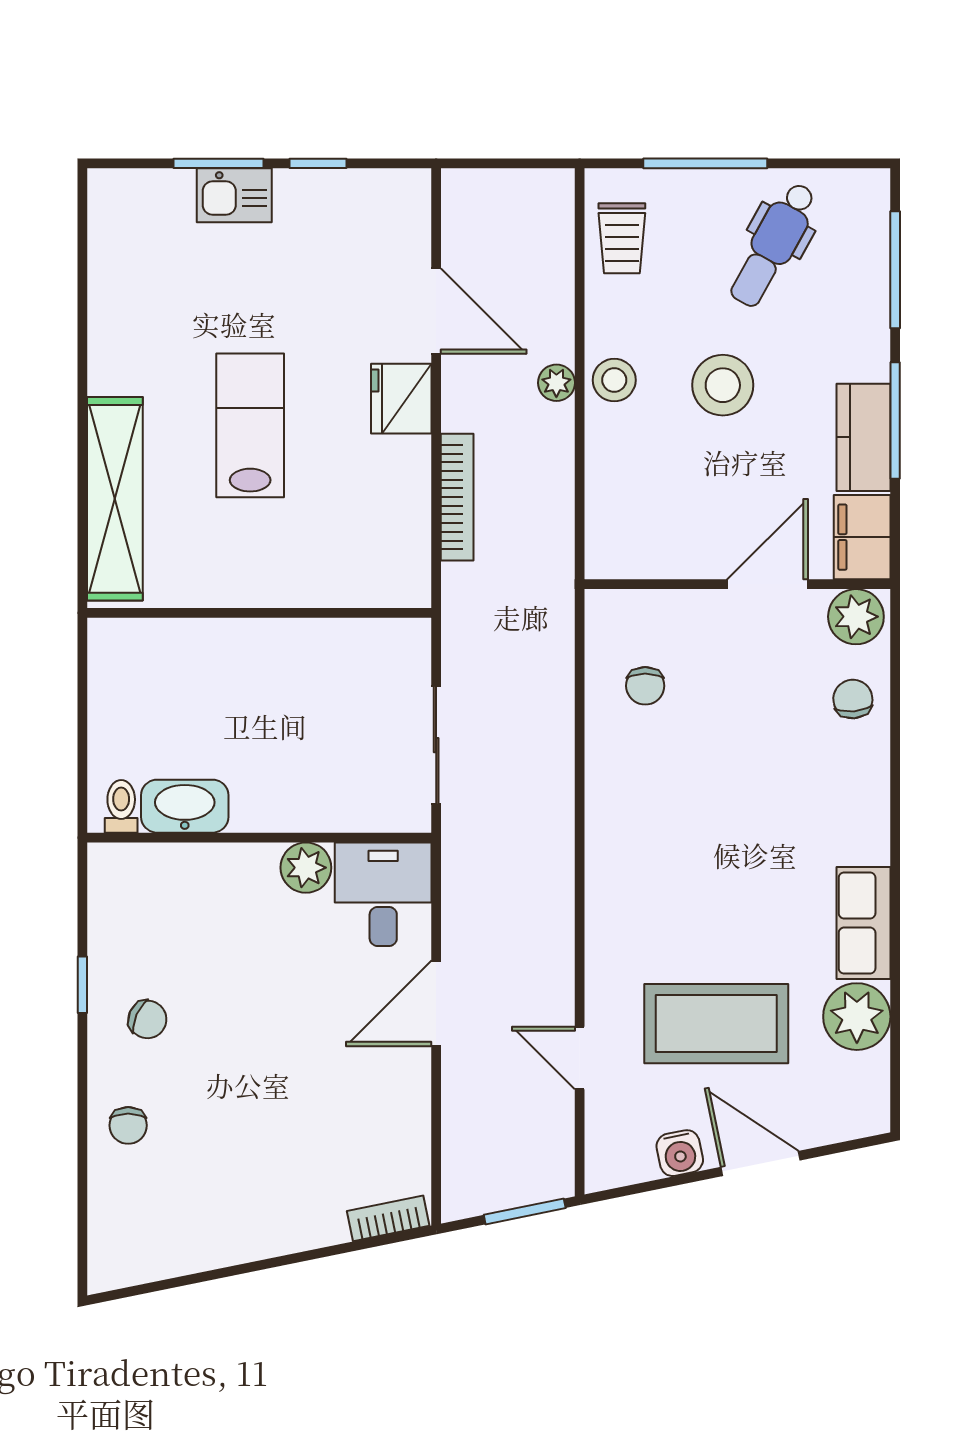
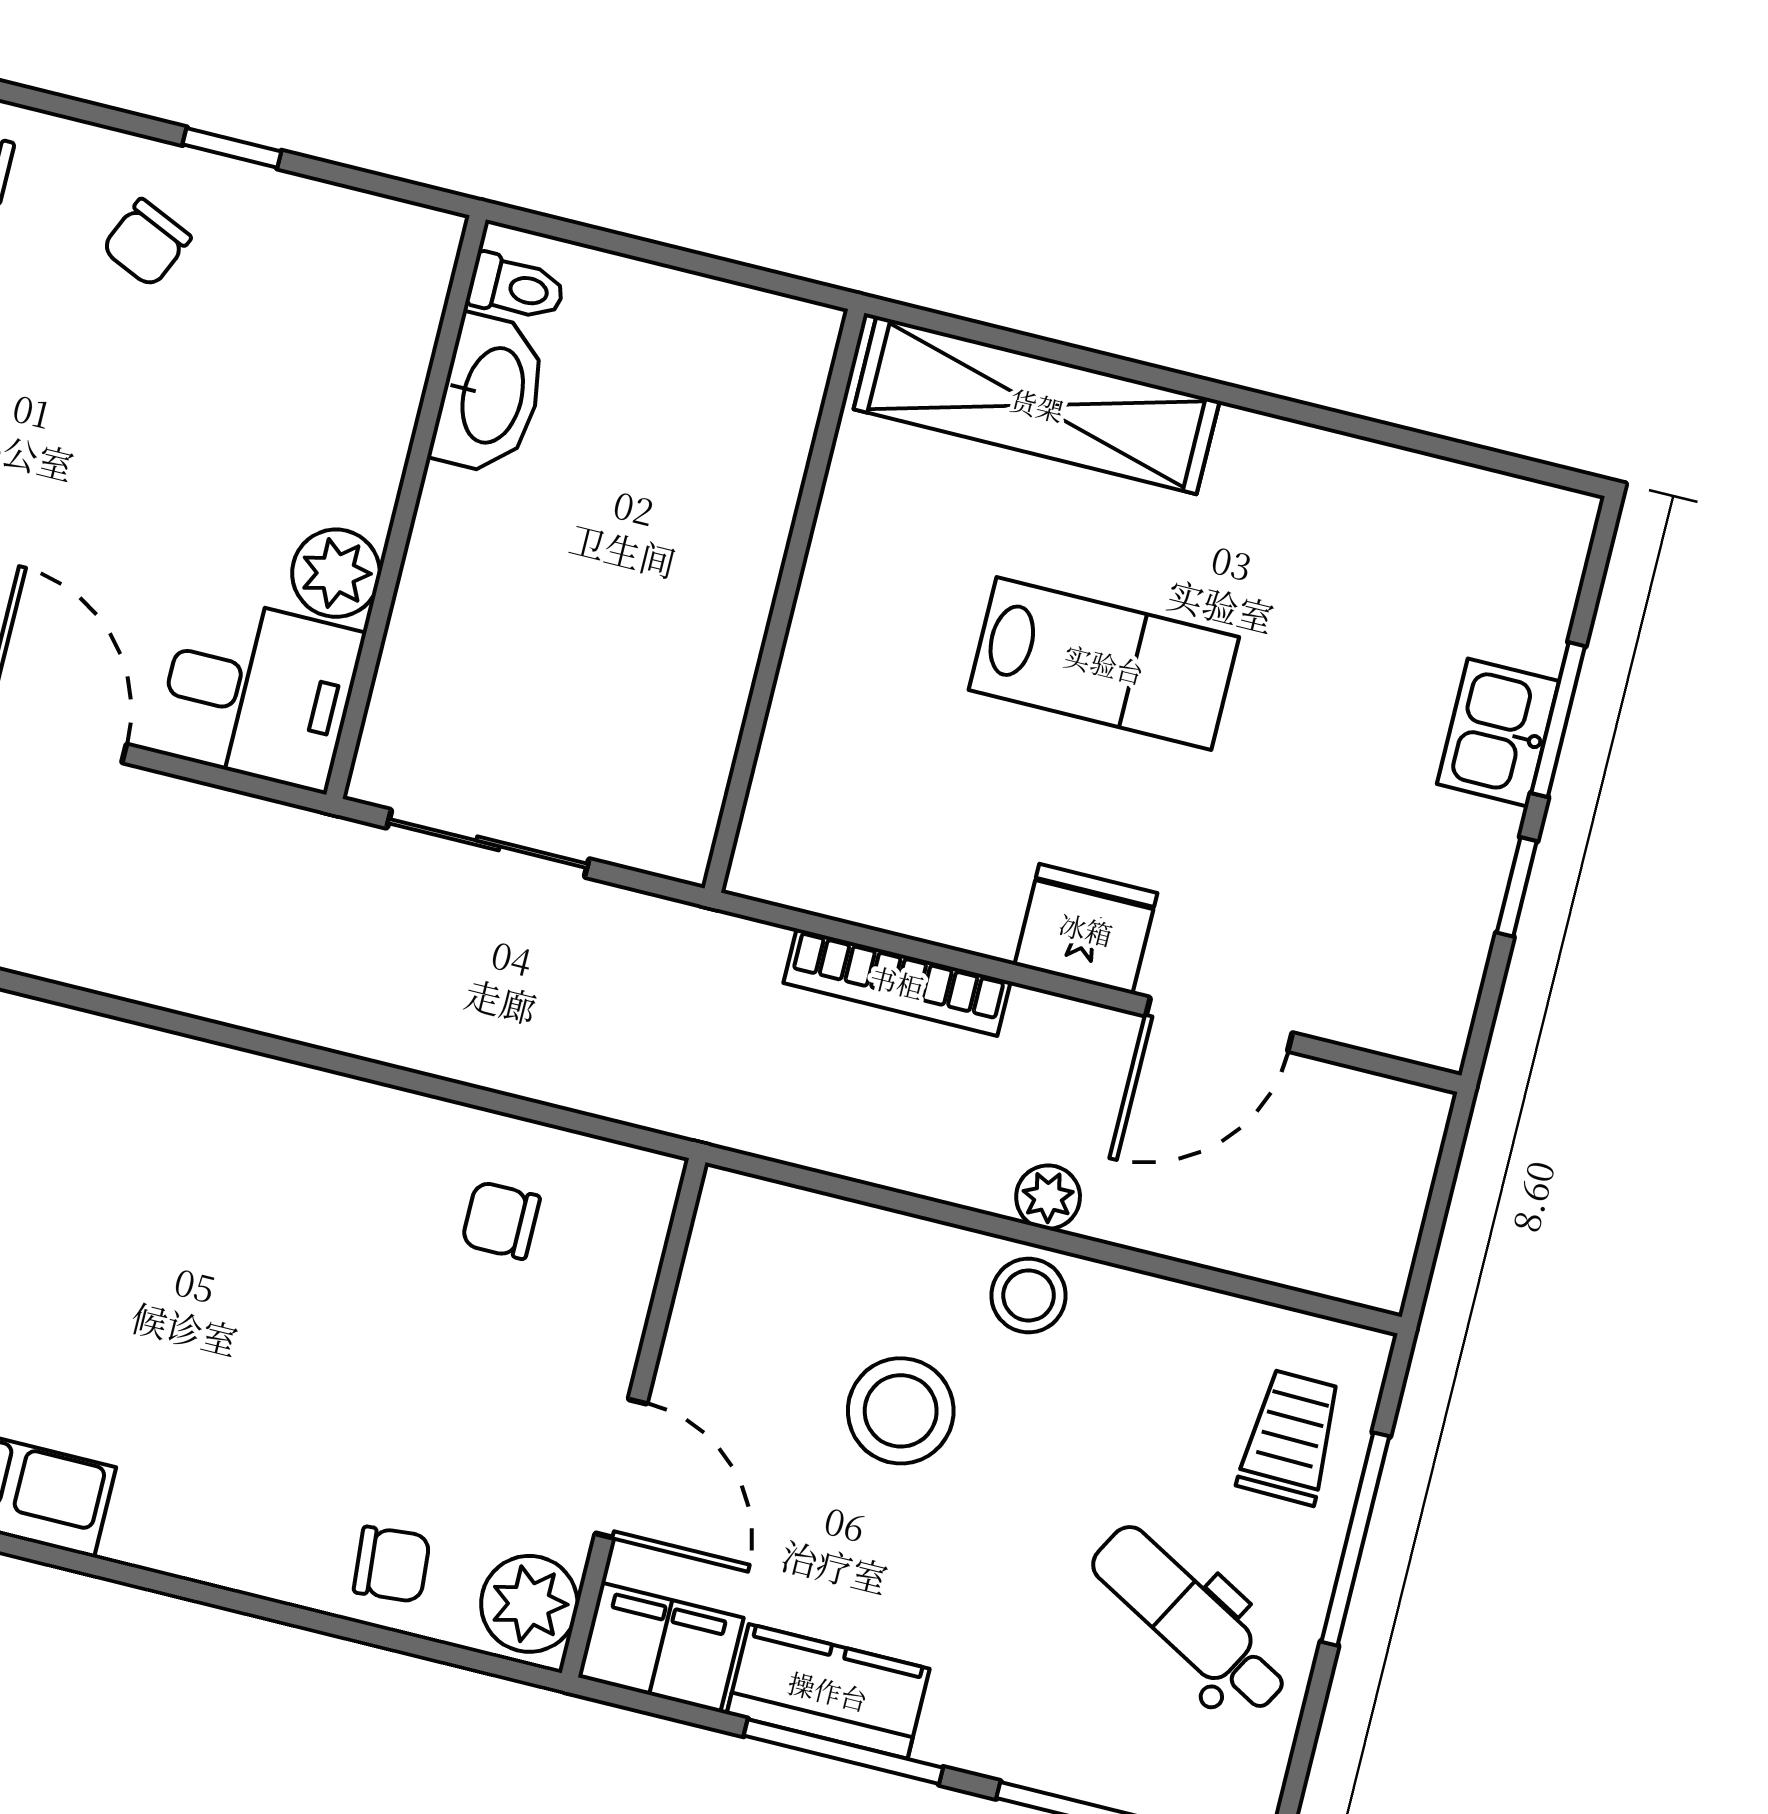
trolley: (622, 238) -> (1290, 1437), moved, turned 91
stool: (723, 385) -> (901, 1411), moved

